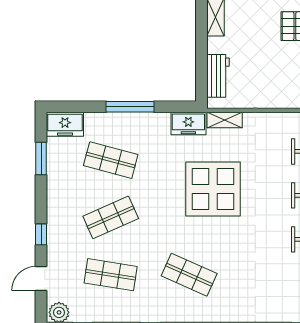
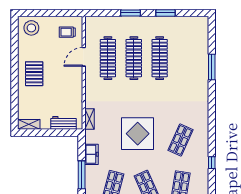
freezer: (188, 123) -> (91, 154), moved
display table: (213, 189) -> (138, 134), moved

